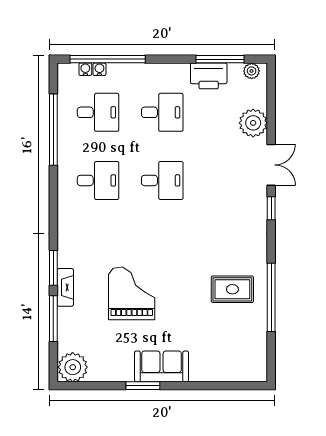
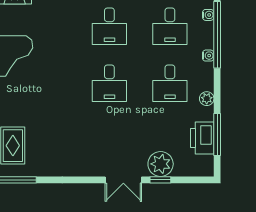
water cooler: (99, 69) -> (208, 56), moved
plant: (252, 71) -> (207, 99), moved
printer: (209, 76) -> (202, 138), moved
window: (271, 208) -> (160, 180), moved

